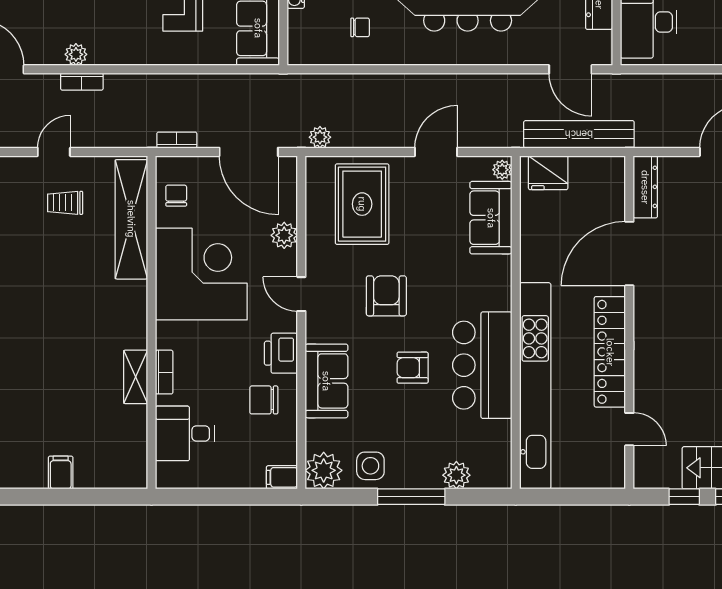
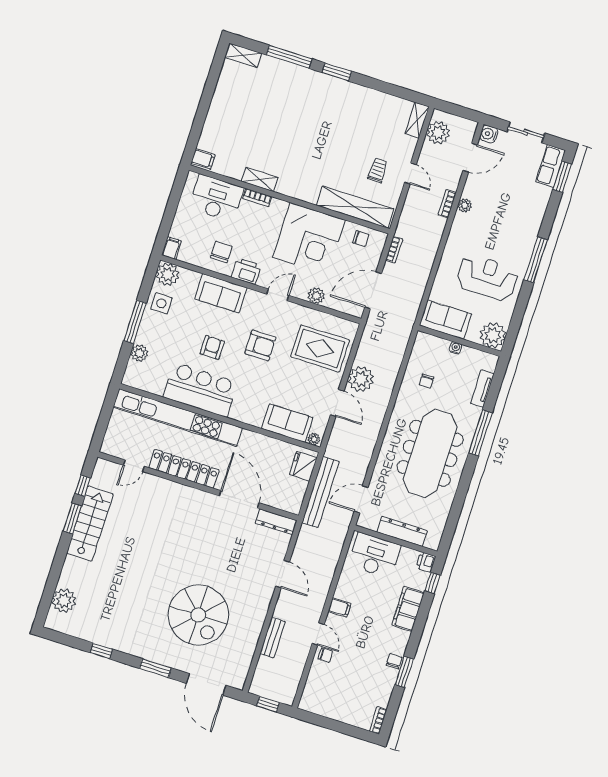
plant: (320, 137) -> (361, 379), moved, width x1.87, depth x1.87
desk: (185, 433) -> (216, 198), width x1.37
filing cabinet: (61, 473) -> (203, 159), moved

